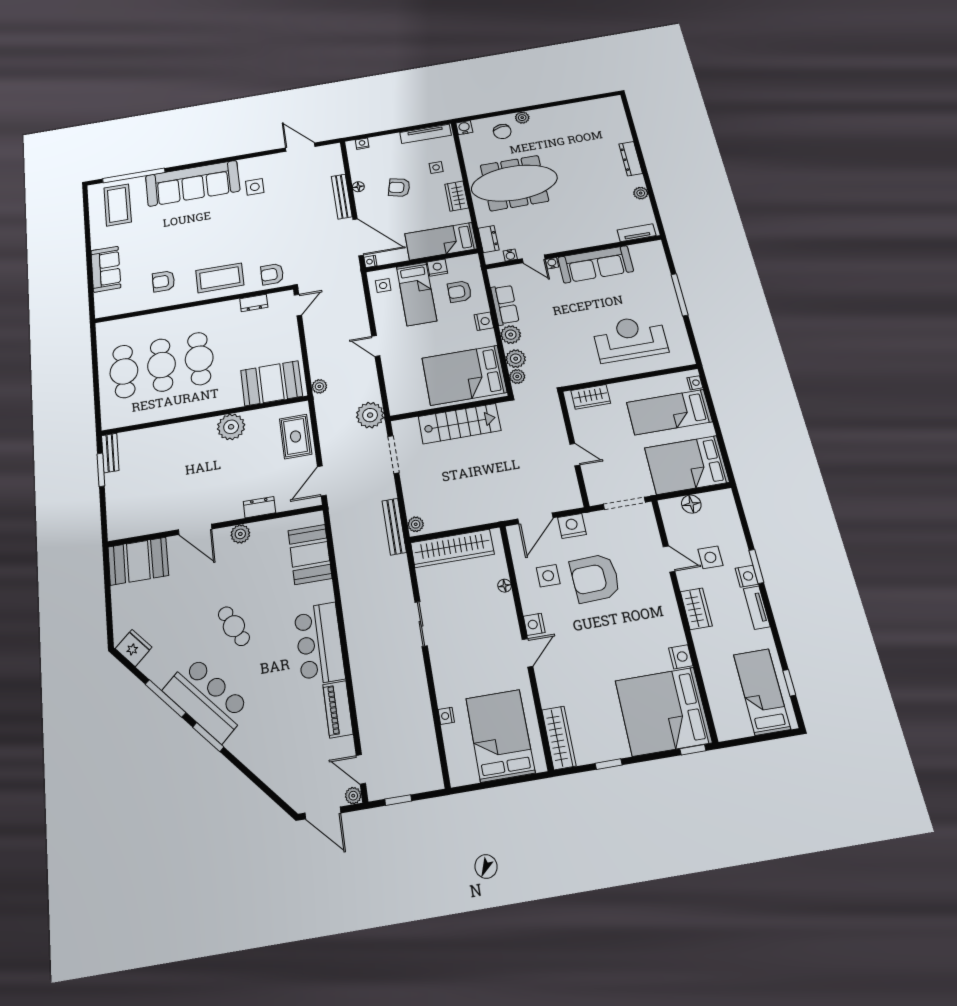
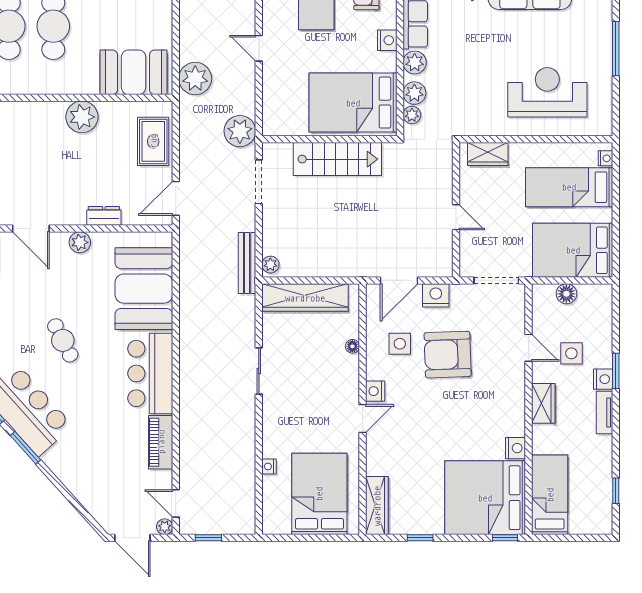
plant: (319, 386) -> (195, 79), width x1.88, depth x1.88
booth: (310, 554) -> (144, 289), width x1.36, depth x1.42
bed: (762, 692) -> (550, 495), moved

